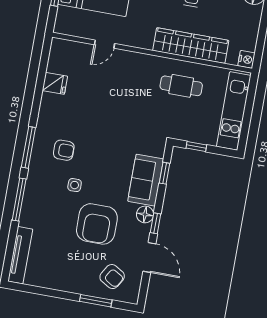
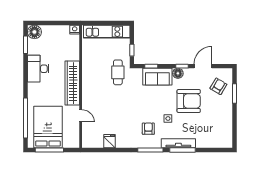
wardrobe: (191, 46) -> (72, 83), moved
cafe table: (181, 86) -> (118, 72), moved
tv unit: (20, 255) -> (178, 143), moved

